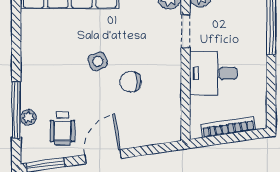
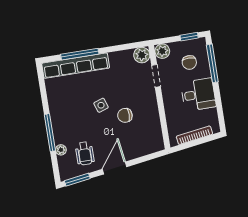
chair: (238, 19) -> (189, 62), added
desk: (213, 73) -> (198, 95), moved, turned 180
window: (16, 110) -> (50, 133), moved

